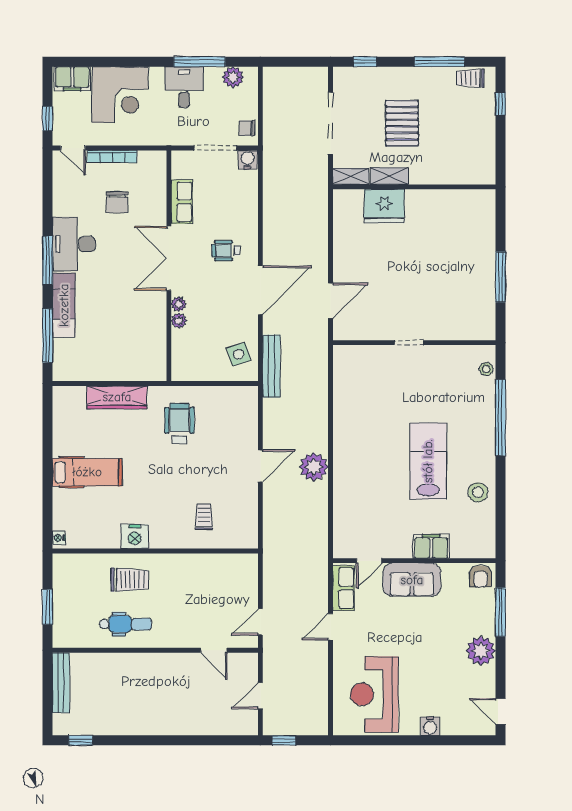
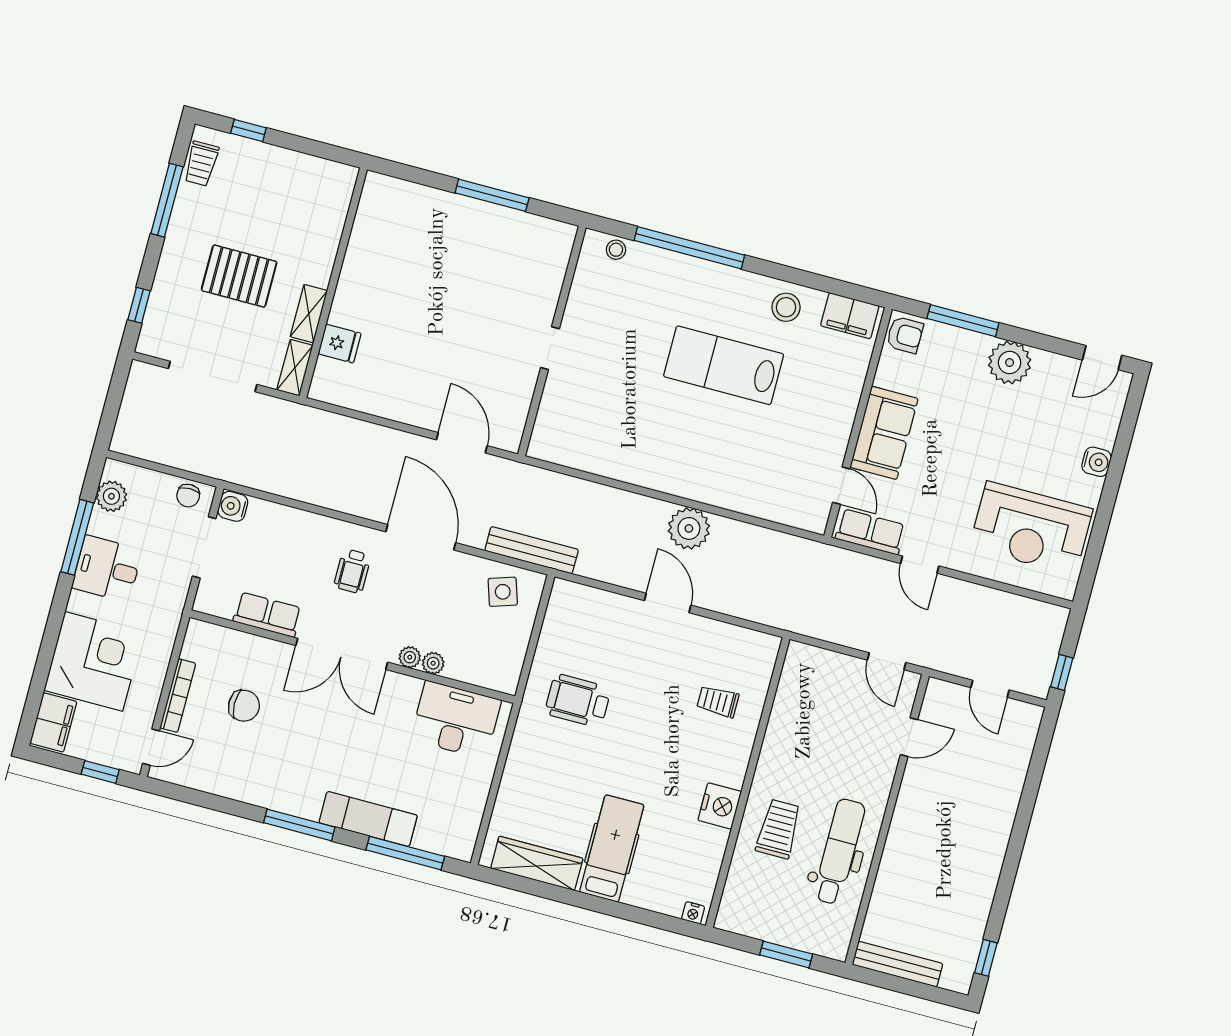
fridge: (384, 206) -> (340, 344), width x0.53, depth x0.75
desk: (74, 244) -> (456, 720), moved, turned 180
wardrobe: (117, 397) -> (537, 863), moved, turned -90
filing cabinet: (431, 546) -> (850, 316), moved, turned -90
dental chair: (125, 624) -> (839, 852), width x1.36, depth x1.38

